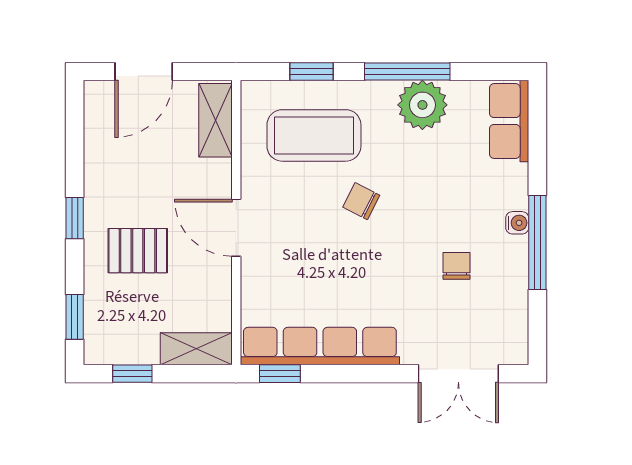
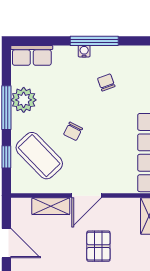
shelving: (215, 120) -> (51, 206), moved
coffee table: (314, 135) -> (39, 156), turned -44
chair: (456, 266) -> (106, 82), turned 70

